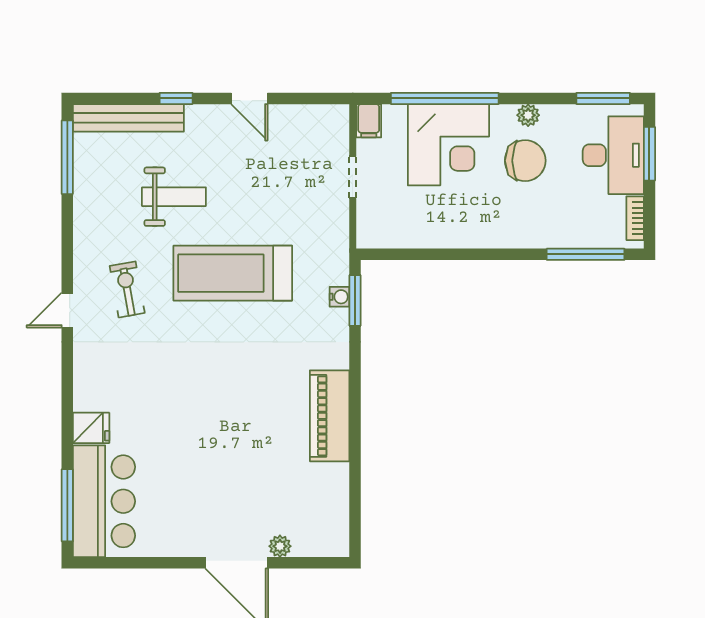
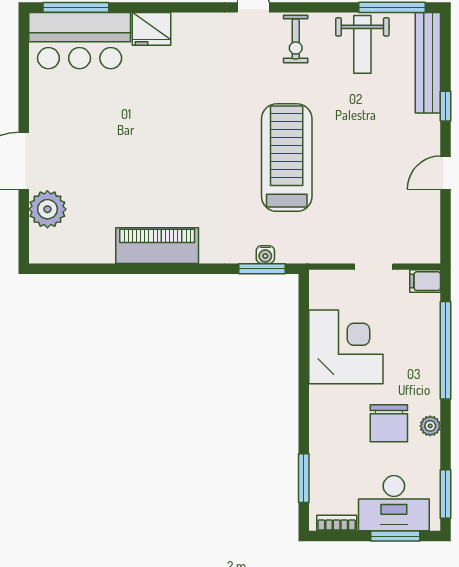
corner desk: (448, 145) -> (346, 347), moved, turned 180
weight bench: (174, 197) -> (362, 44), moved
window: (586, 254) -> (304, 478), width x0.69
exercise bike: (127, 289) -> (296, 39), moved, turned 100
fridge: (91, 428) -> (152, 29), width x1.38
plant: (280, 546) -> (47, 209), width x1.88, depth x1.88

